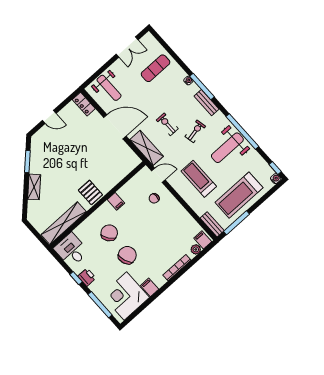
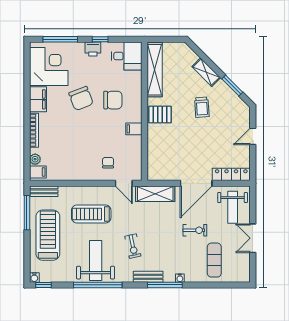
double door: (127, 47) -> (253, 238), moved
weight bench: (109, 88) -> (233, 207), turned -90
locker: (84, 104) -> (231, 174), width x1.53
exercise bike: (167, 124) -> (195, 230), moved
trolley: (60, 169) -> (202, 107), added
door: (158, 175) -> (124, 183), hinge flipped
treadmill: (199, 179) -> (91, 214), turned 180
chair: (109, 233) -> (113, 100), turned -54
filing cabinet: (150, 287) -> (38, 99), width x2.00

